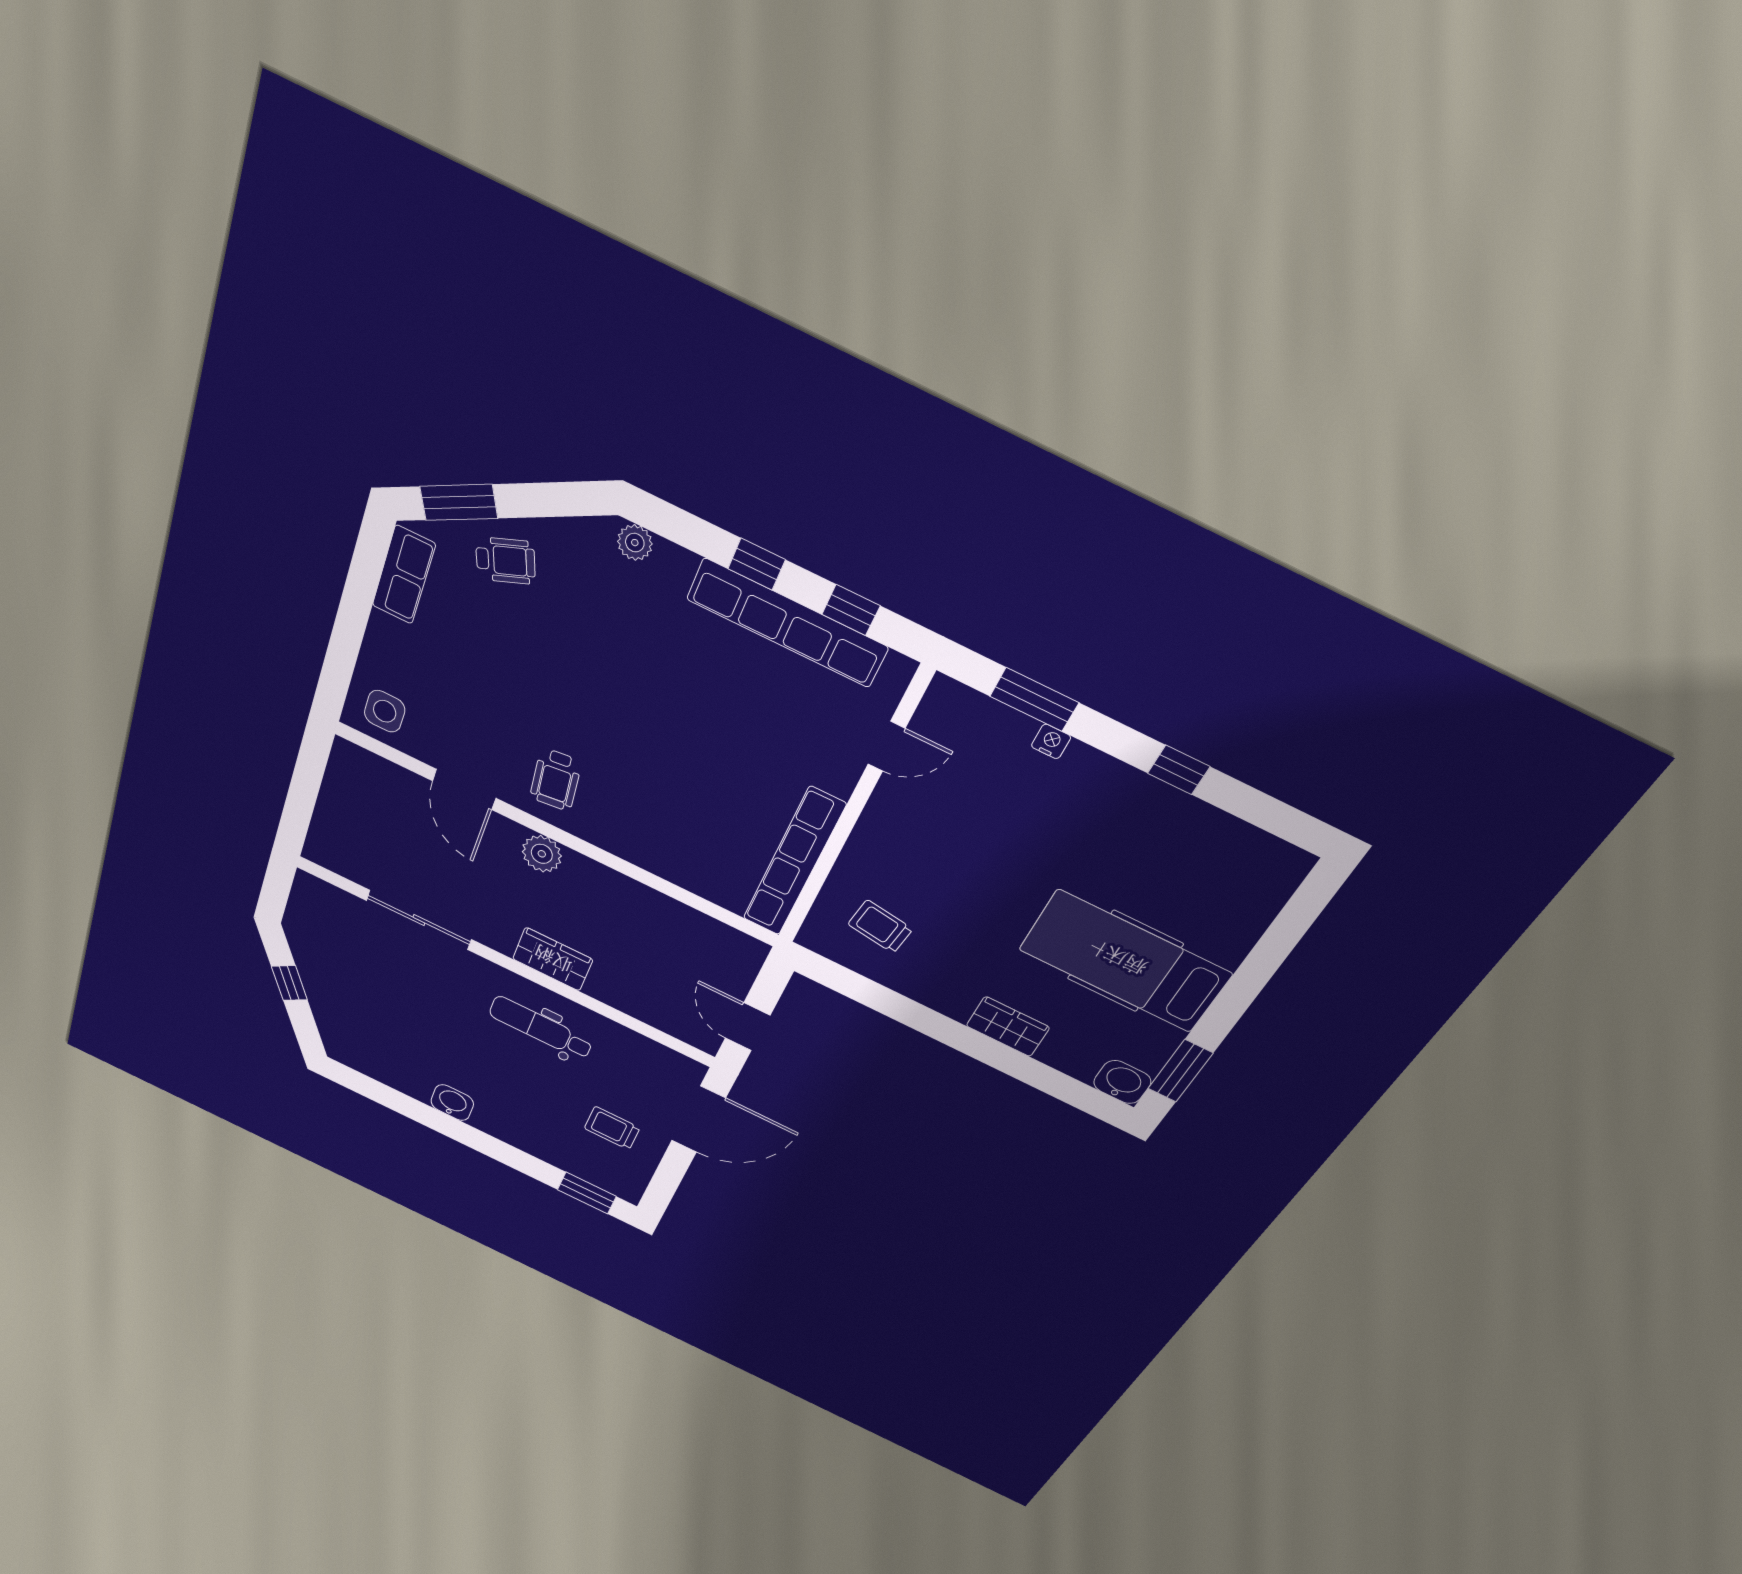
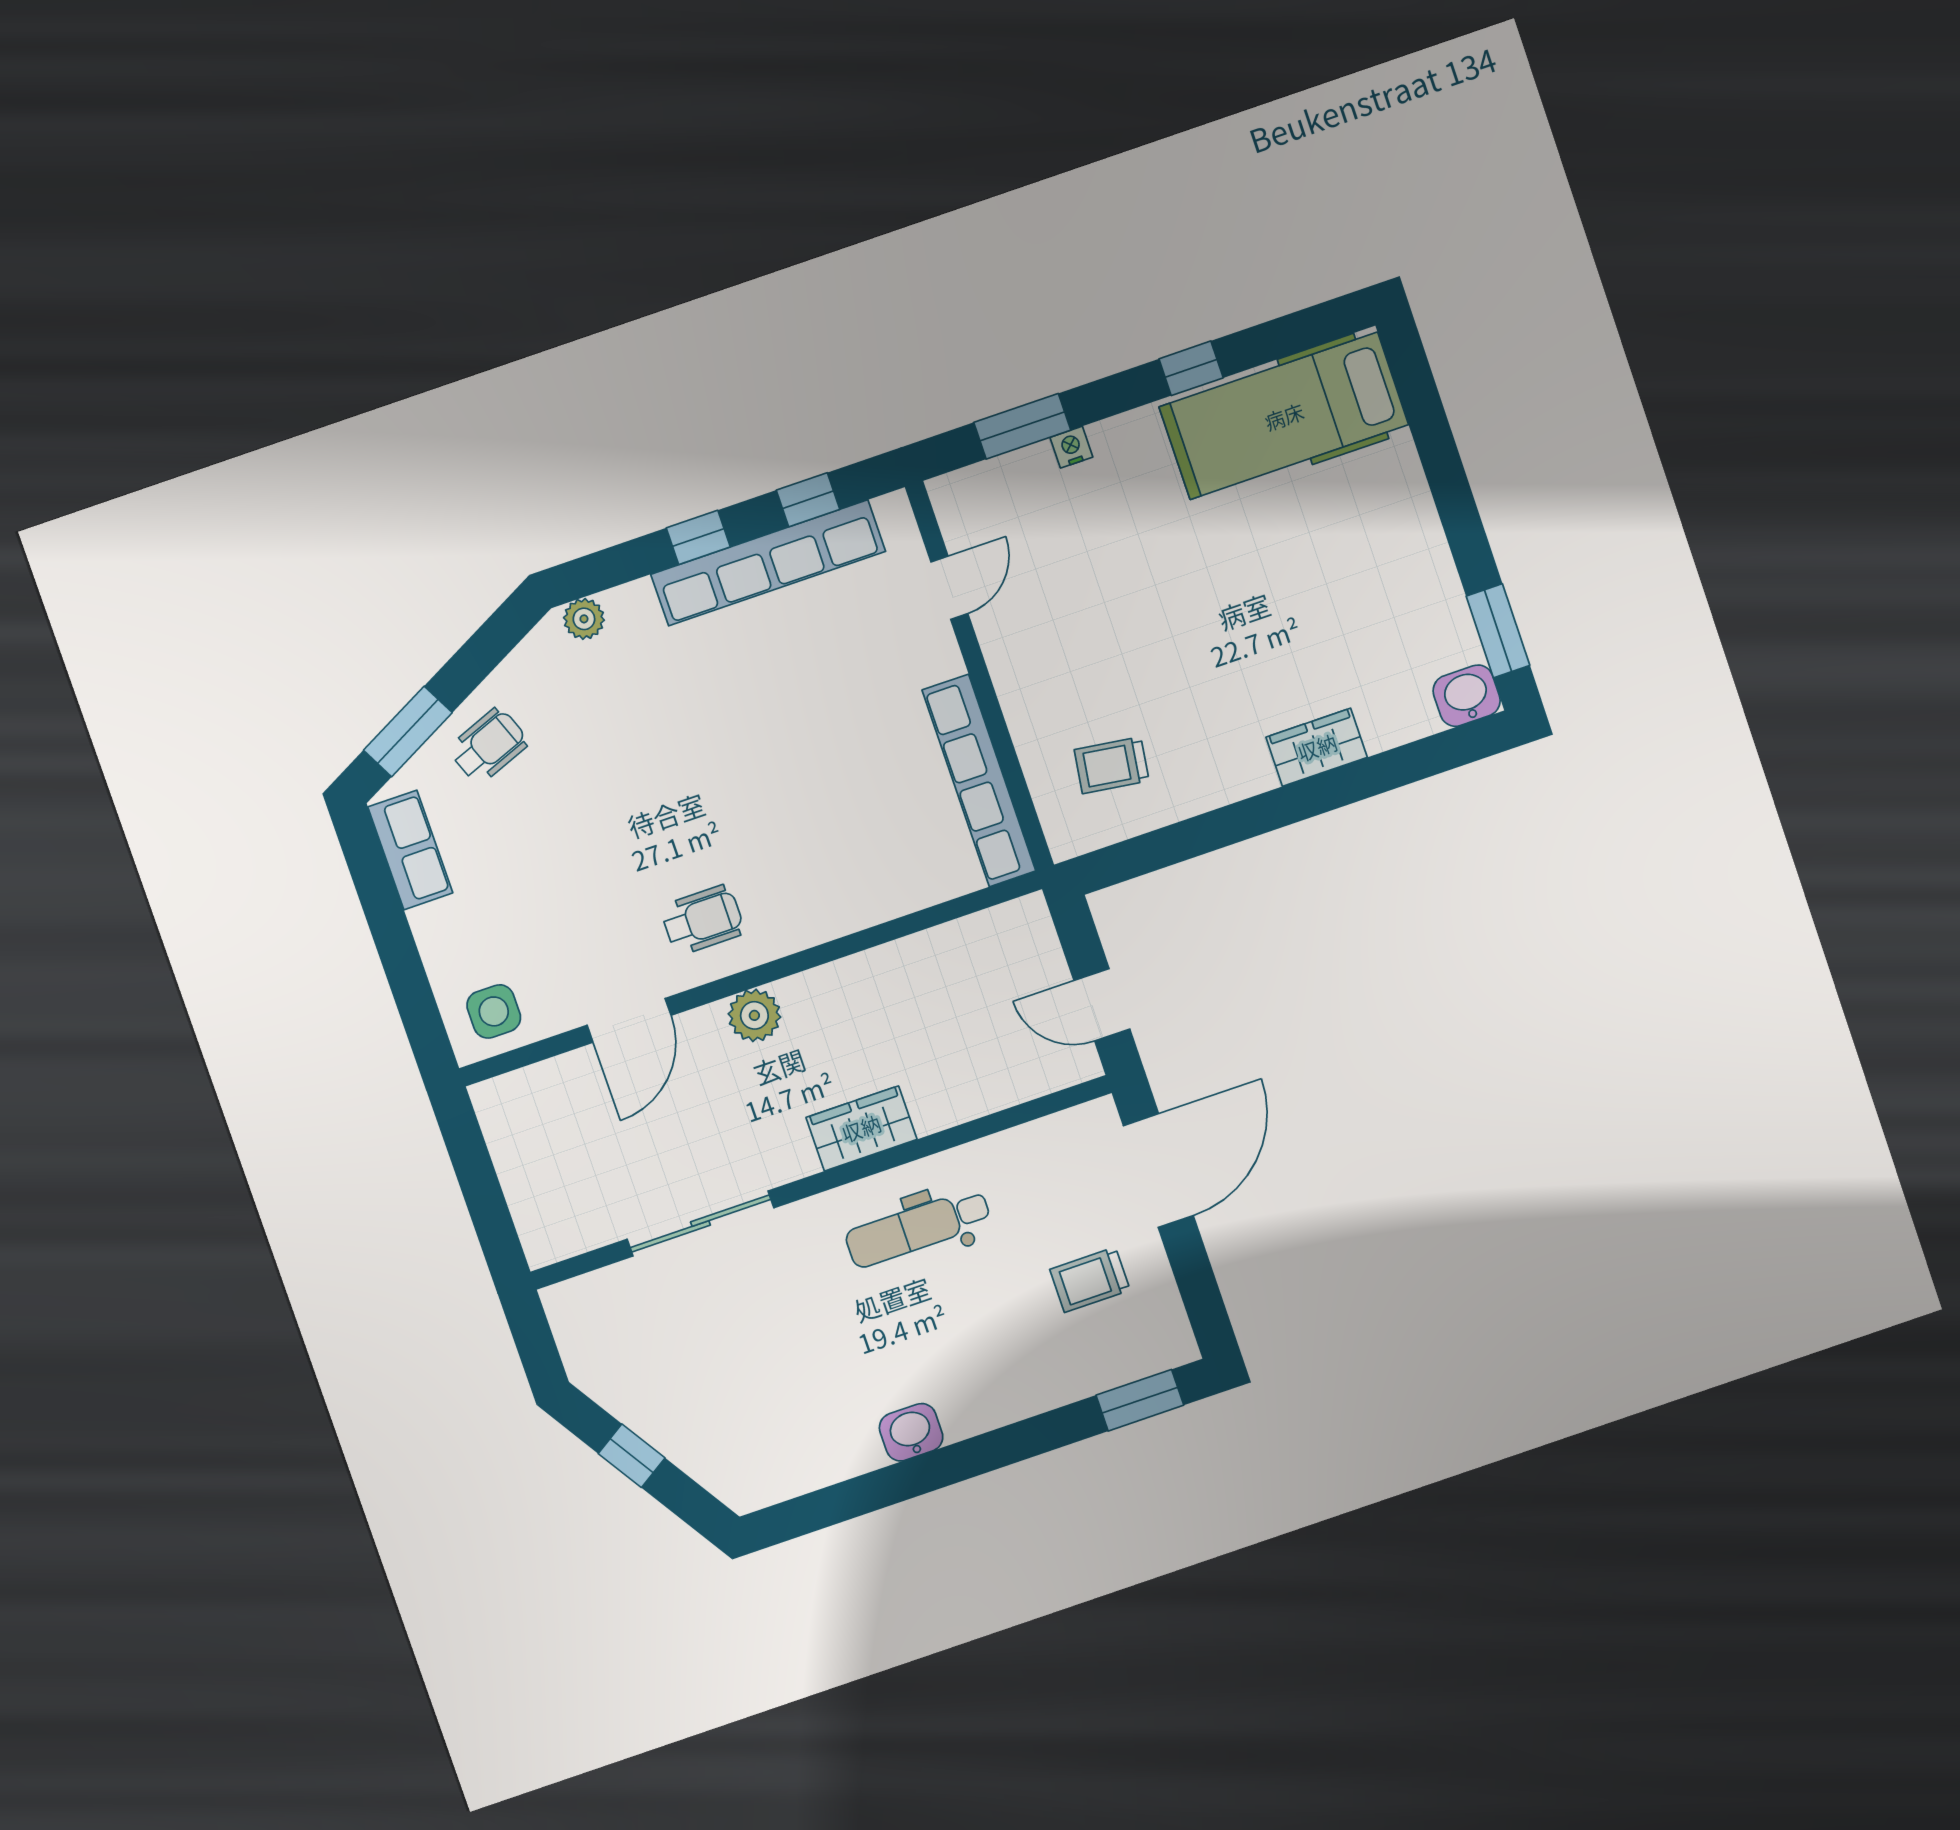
wheelchair: (556, 780) -> (703, 920), turned -83
door: (464, 789) -> (629, 1020), hinge flipped
hospital bed: (1125, 961) -> (1284, 416), moved

